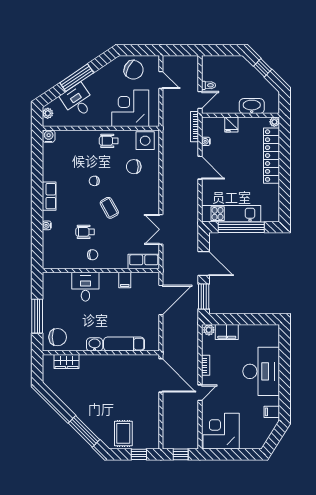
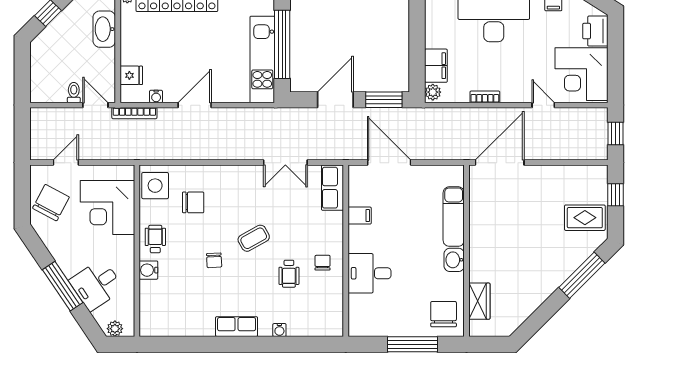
fridge: (231, 124) -> (131, 75), moved
water cooler: (49, 136) -> (148, 270), moved
wheelchair: (109, 141) -> (155, 239), turned 180
chair: (134, 167) -> (193, 202), turned -90
door: (200, 393) -> (543, 105), moved
printer: (250, 441) -> (595, 31), added

